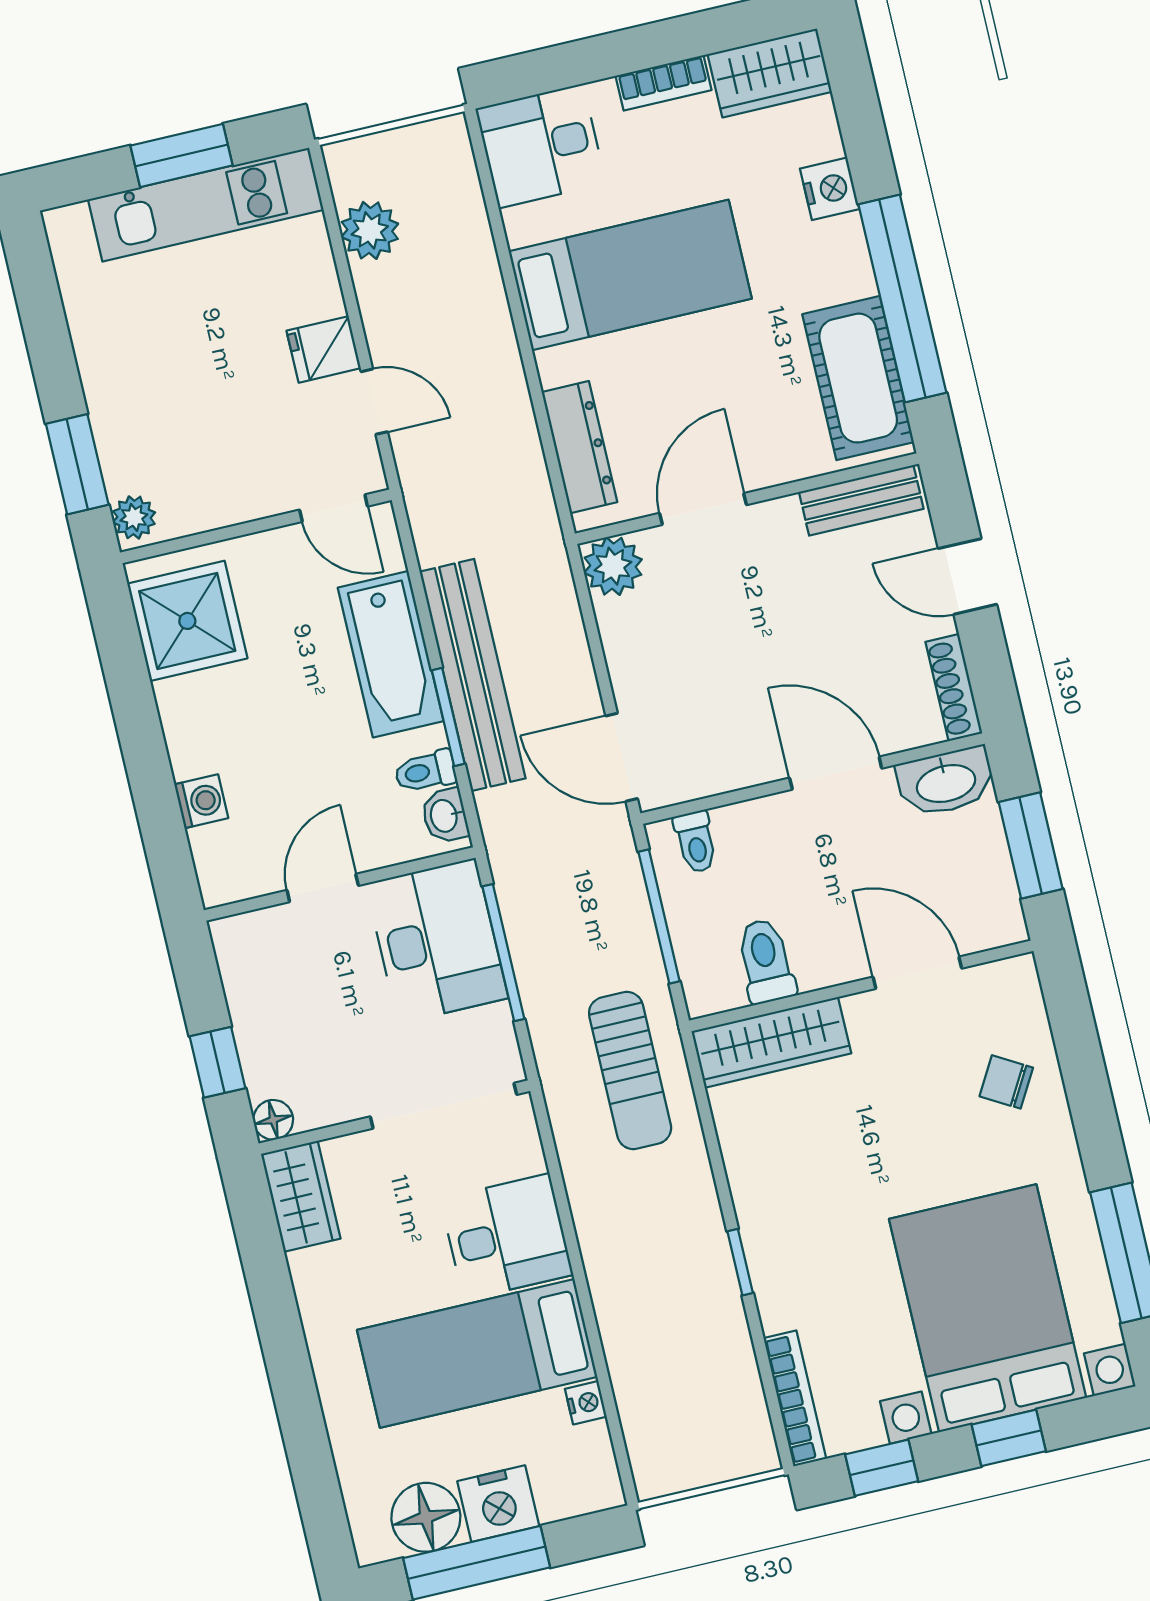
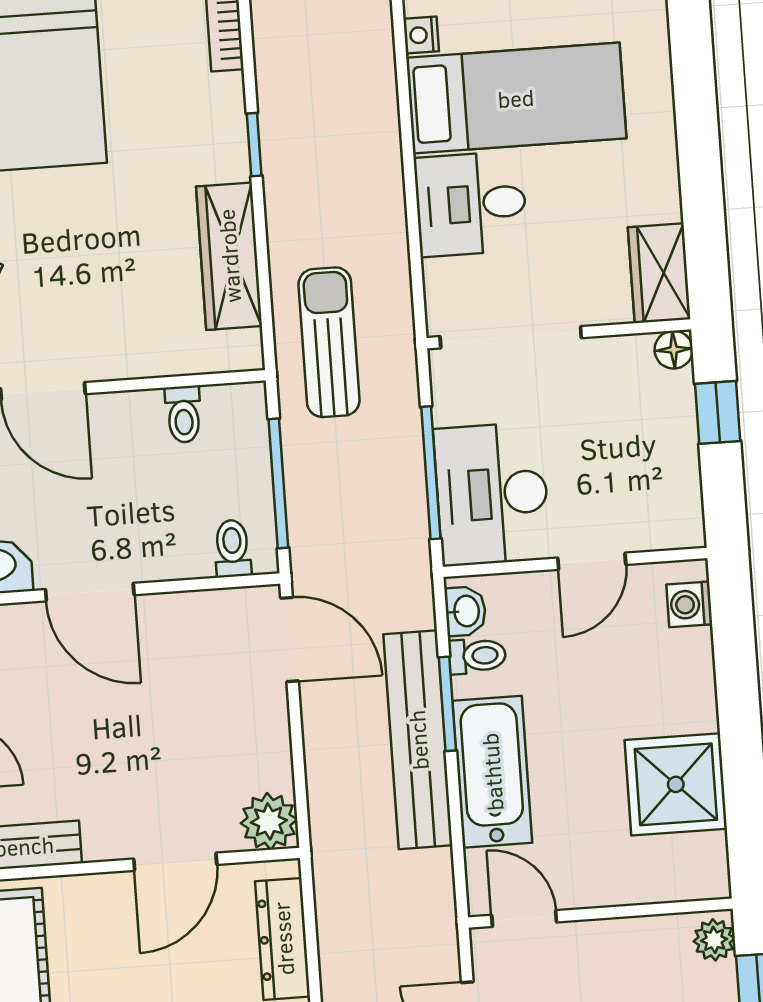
shower: (187, 621) -> (676, 784), moved
washing machine: (201, 801) -> (689, 604), moved
toilet: (766, 961) -> (183, 414), width x0.73, depth x0.72
wardrobe: (771, 1042) -> (229, 256), moved, turned -90

